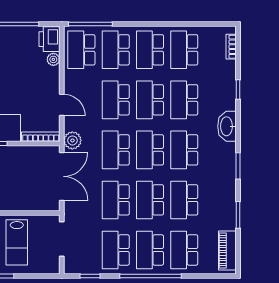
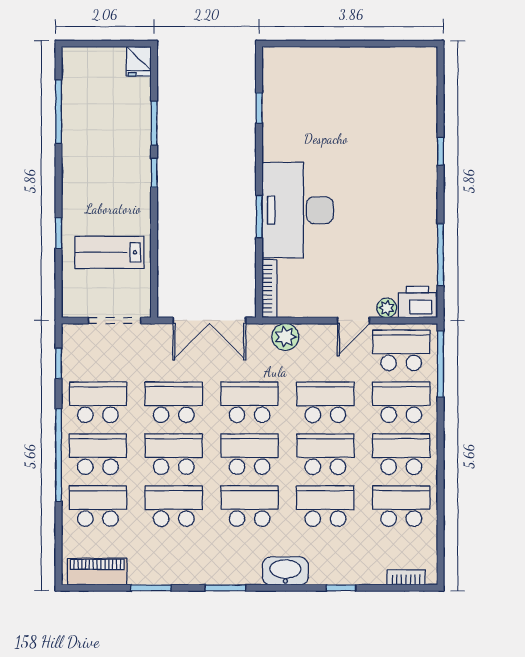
door: (62, 105) -> (353, 321), moved
plant: (72, 140) -> (285, 337), moved

